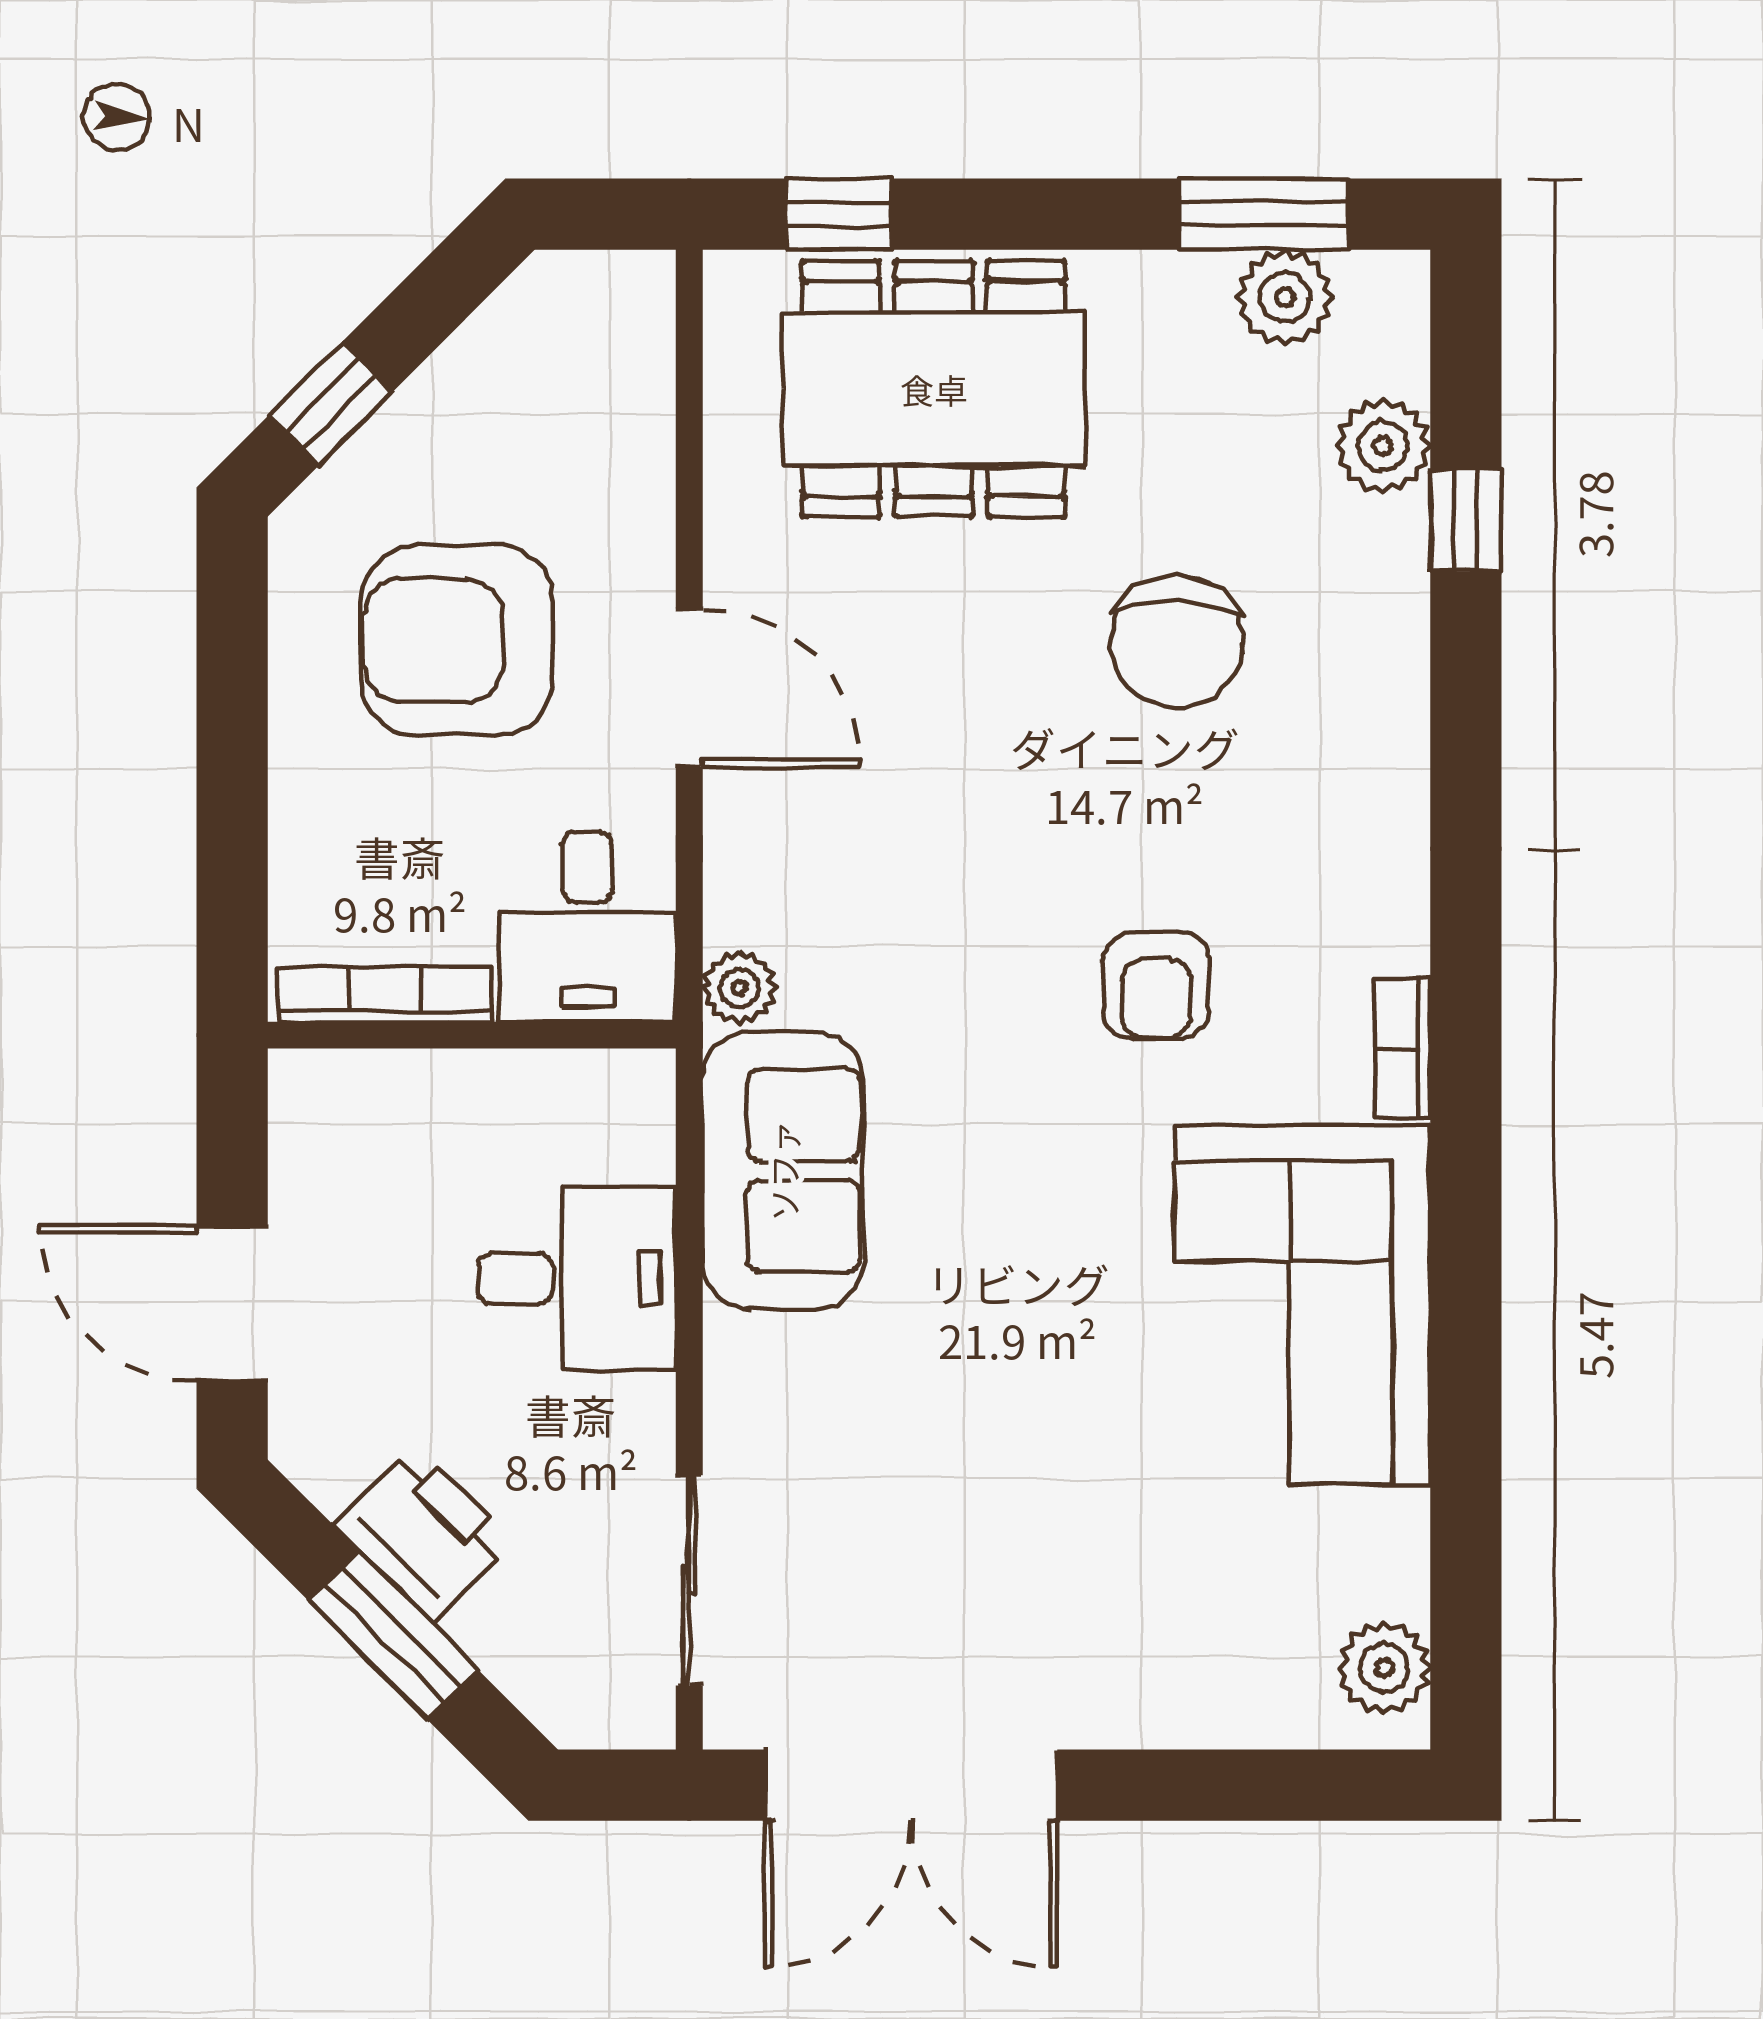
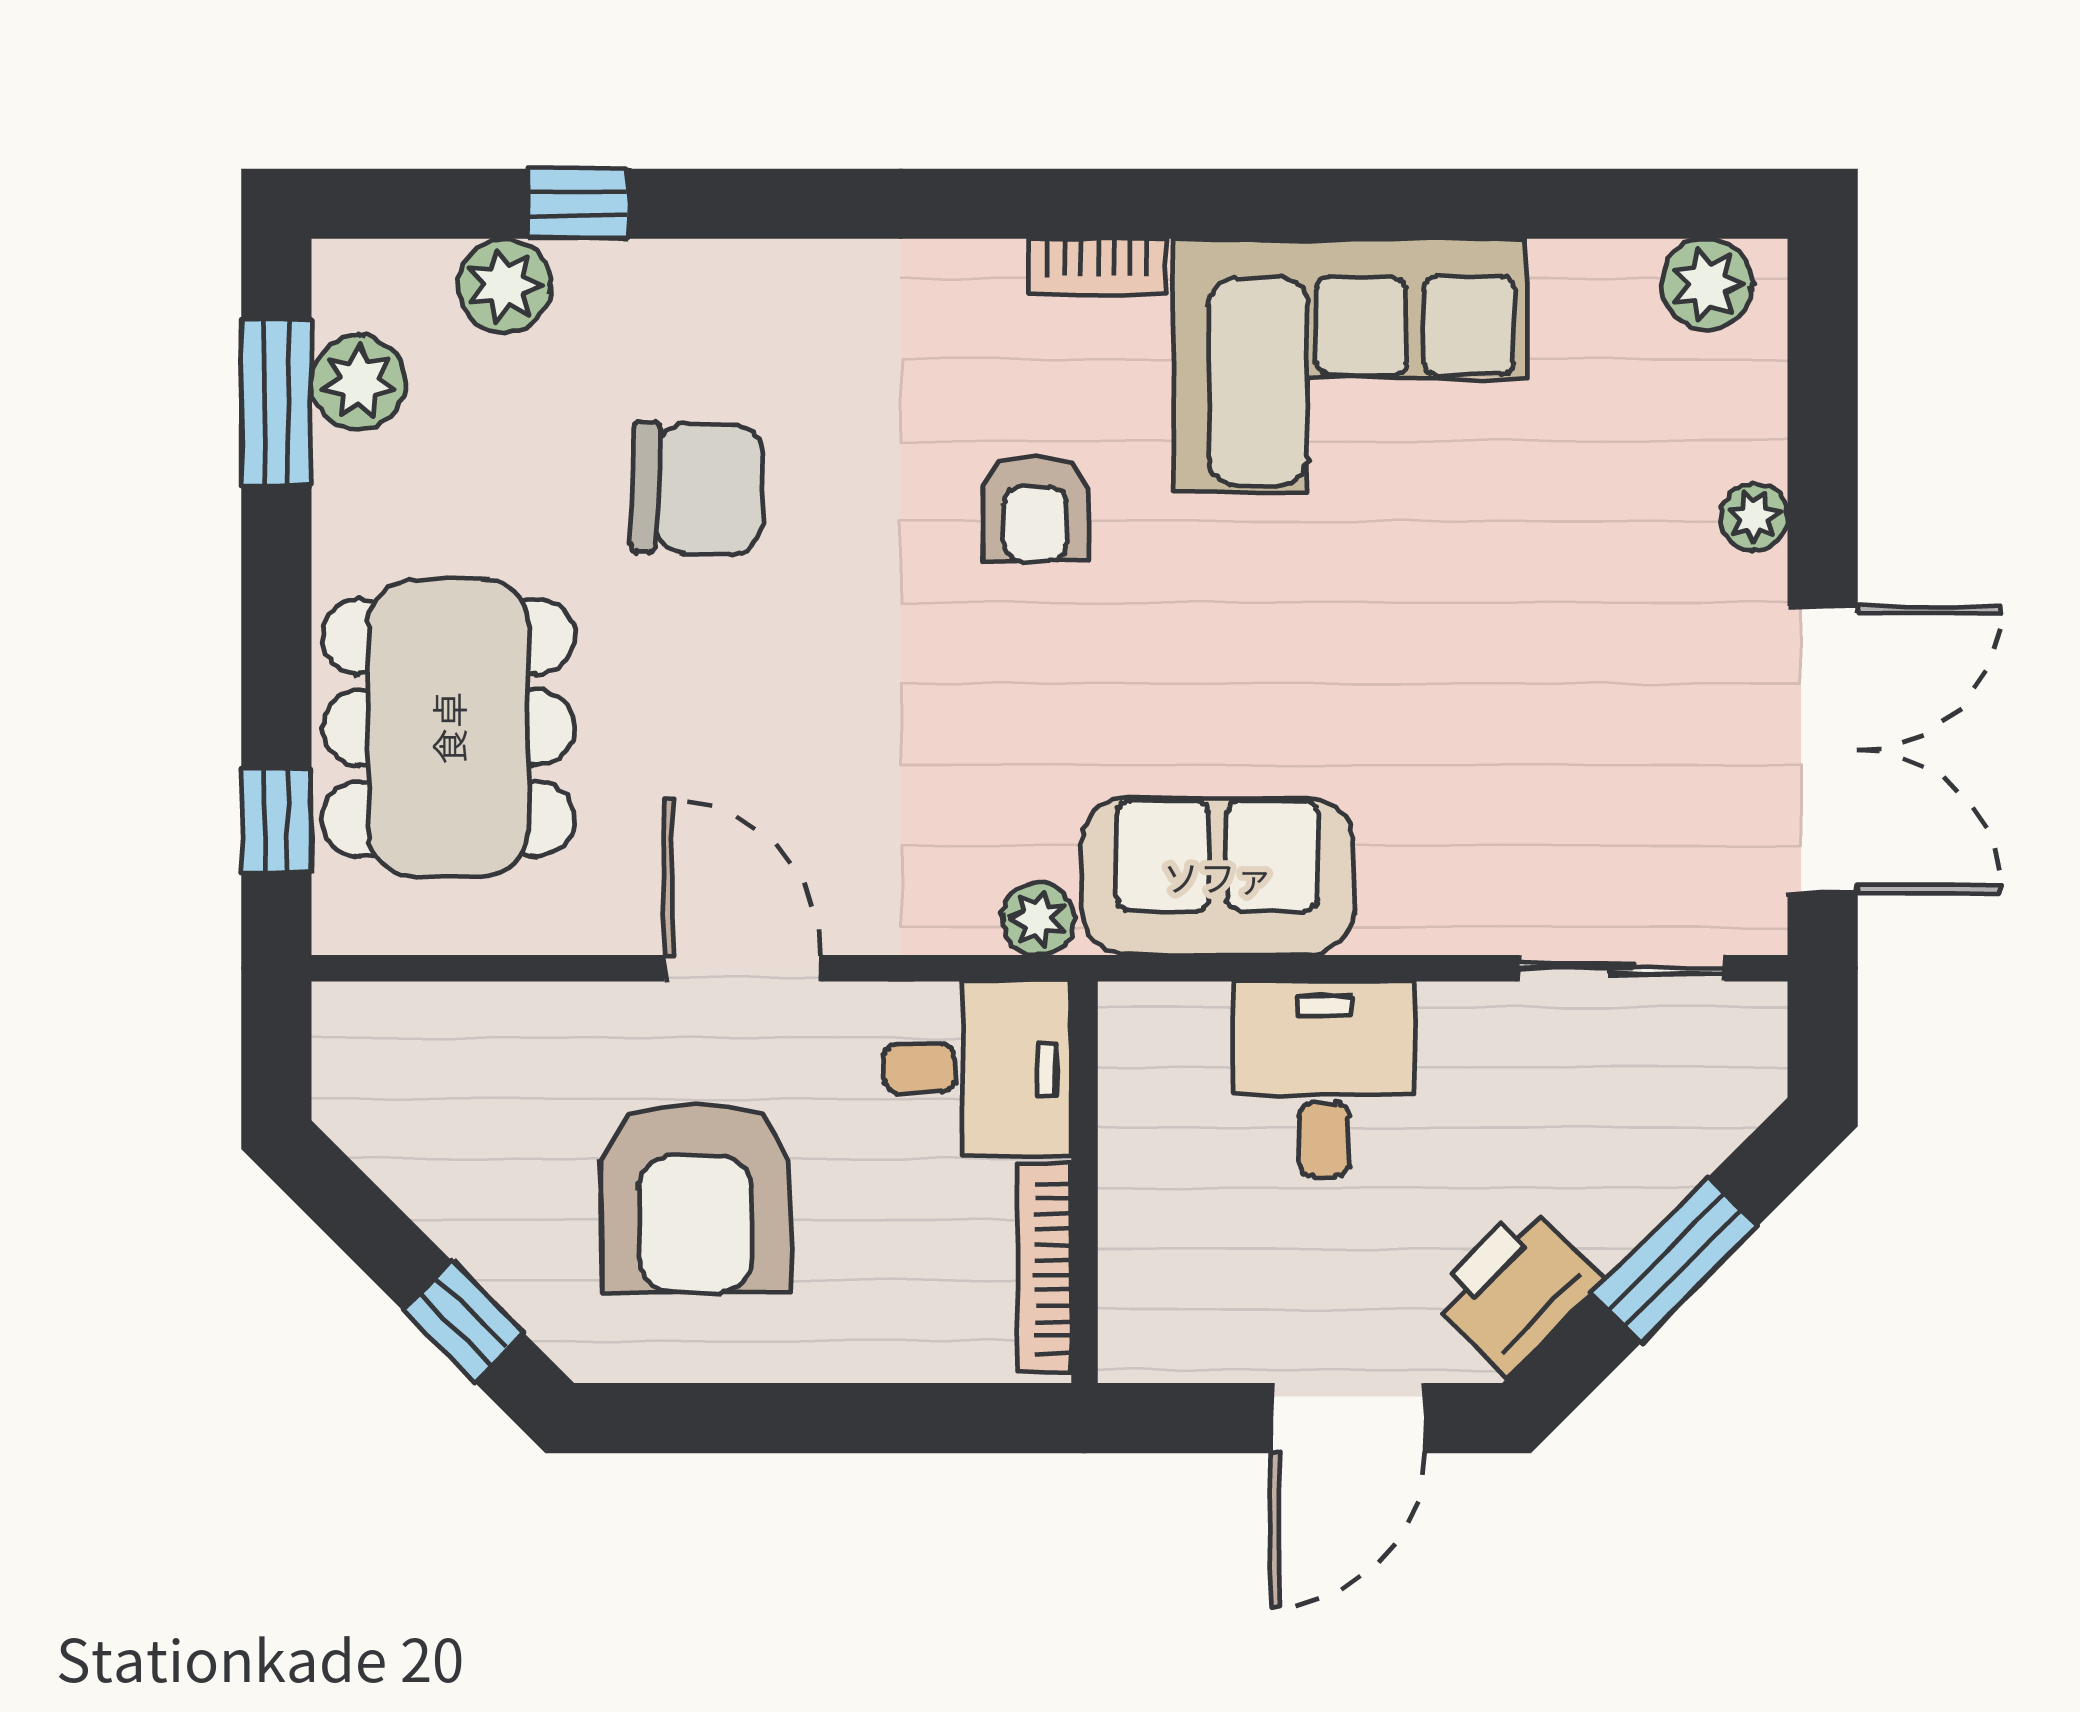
door: (689, 688) -> (743, 968), hinge flipped
armchair: (1156, 986) -> (1036, 509), turned 90
printer: (423, 1533) -> (1516, 1288), moved
plant: (1148, 1716) -> (1754, 517), added

